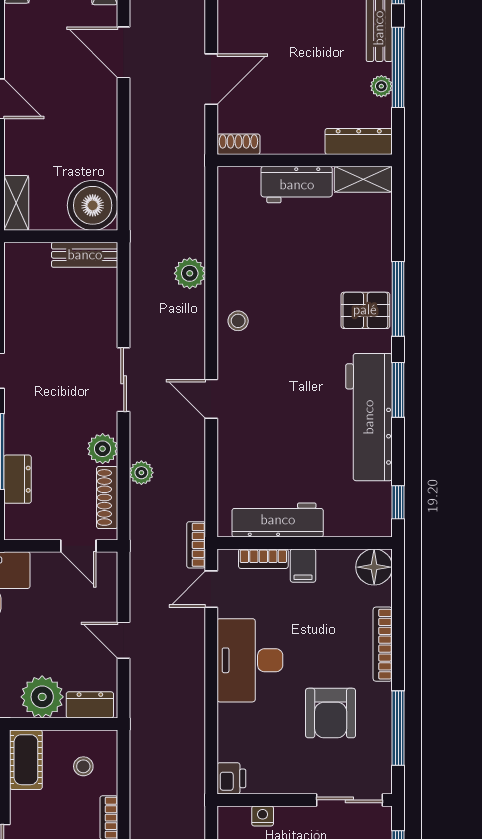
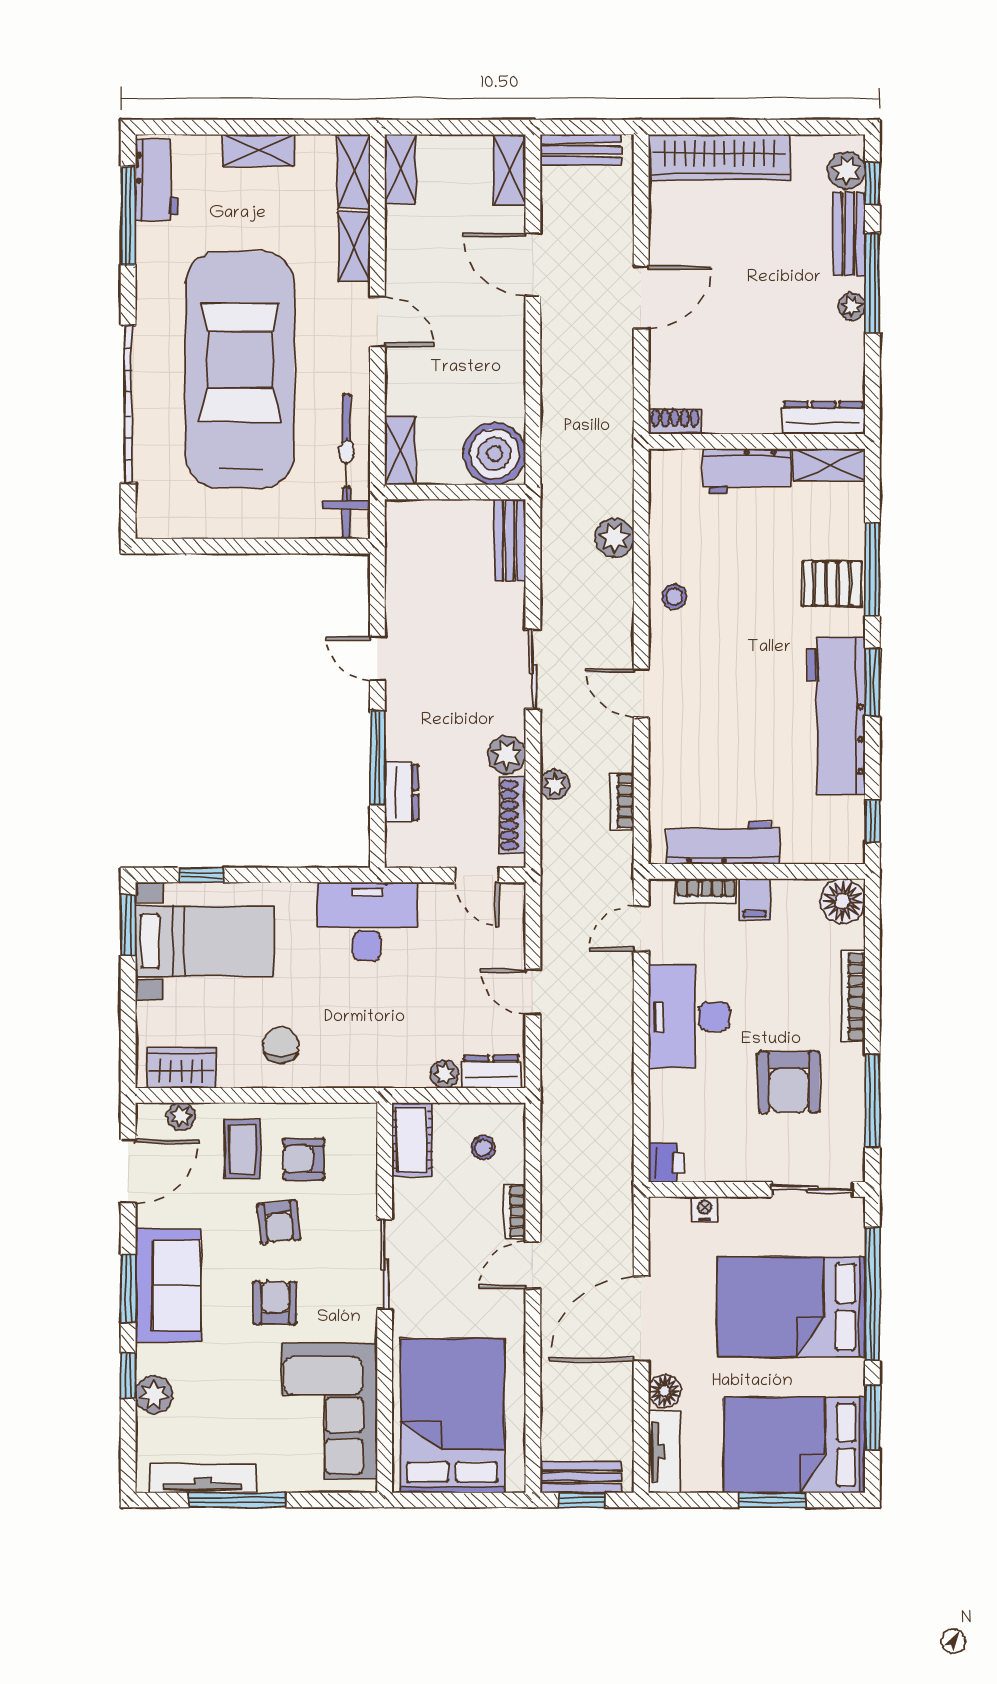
dresser: (359, 141) -> (824, 418), moved
shoe rack: (238, 144) -> (675, 421), moved
wall: (305, 160) -> (757, 441), moved
shelving: (363, 179) -> (829, 465), moved
workbench: (297, 185) -> (747, 471), moved
bench: (85, 255) -> (510, 540), moved, turned 90
bookcase: (196, 545) -> (622, 801), moved
plant: (42, 697) -> (444, 1074), width x0.53, depth x0.53

